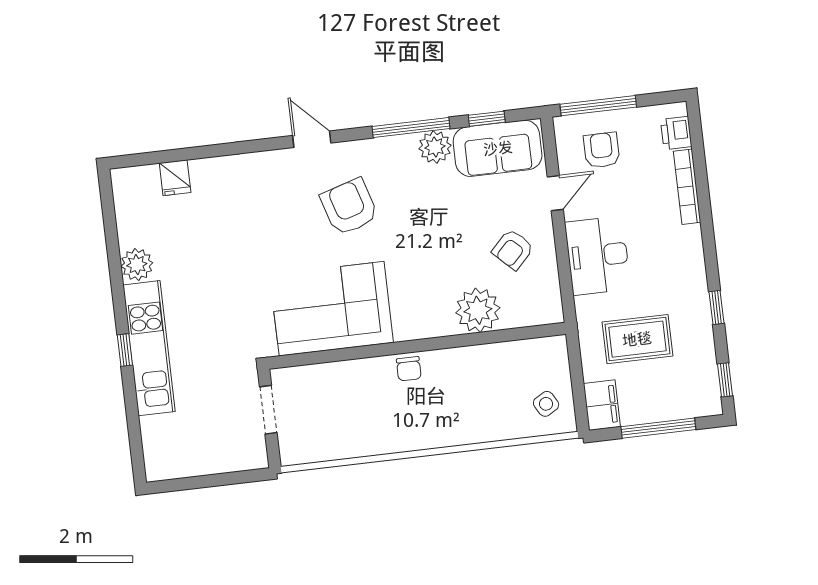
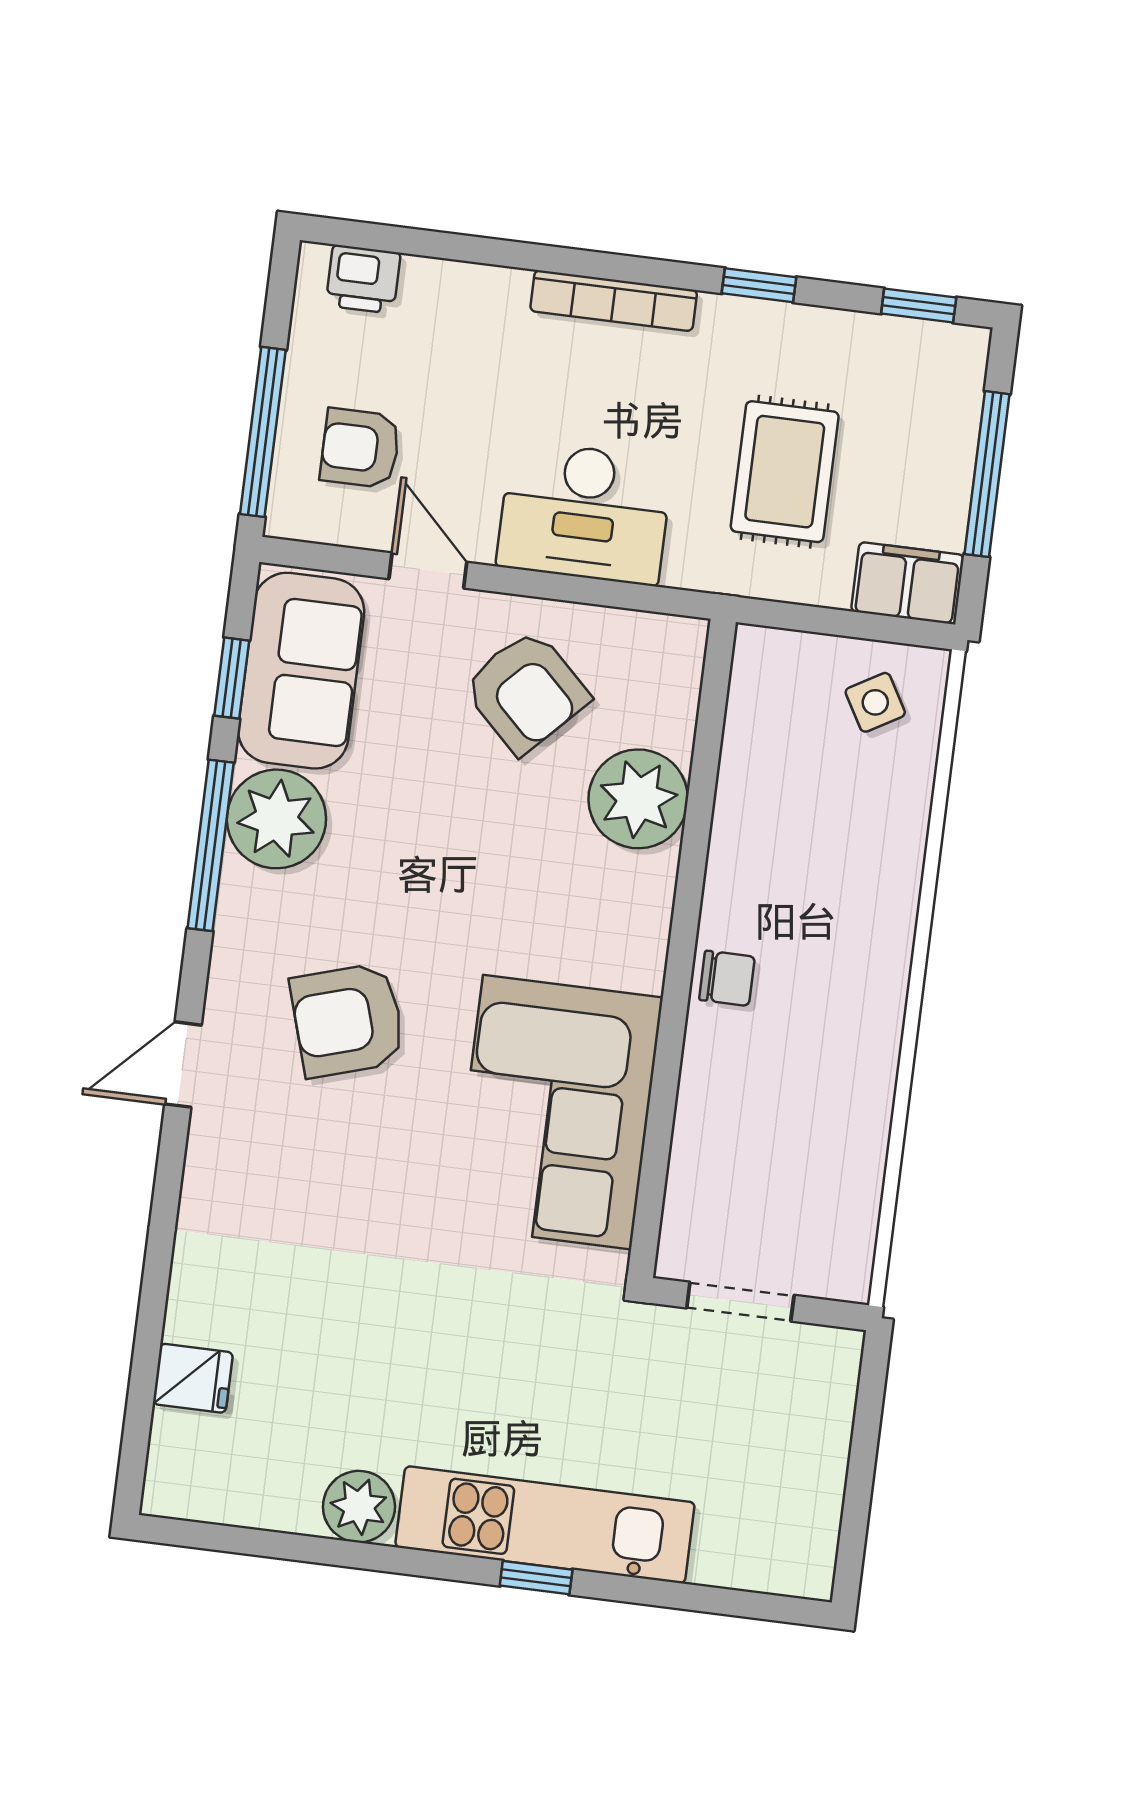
plant: (435, 147) -> (276, 819), width x1.36, depth x1.36
bookcase: (687, 187) -> (614, 301), moved
armchair: (513, 249) -> (526, 692), width x1.38, depth x1.38

